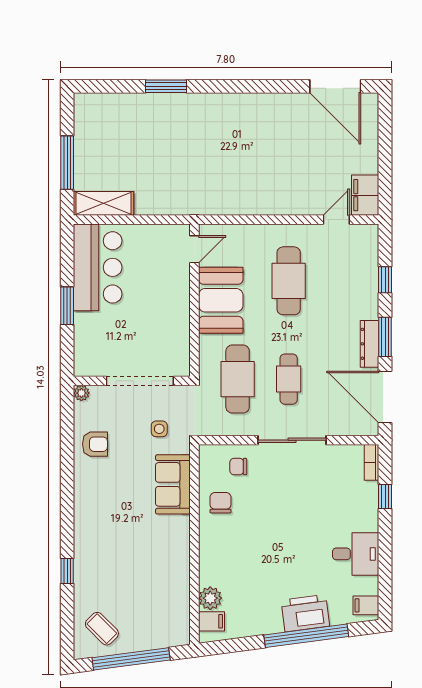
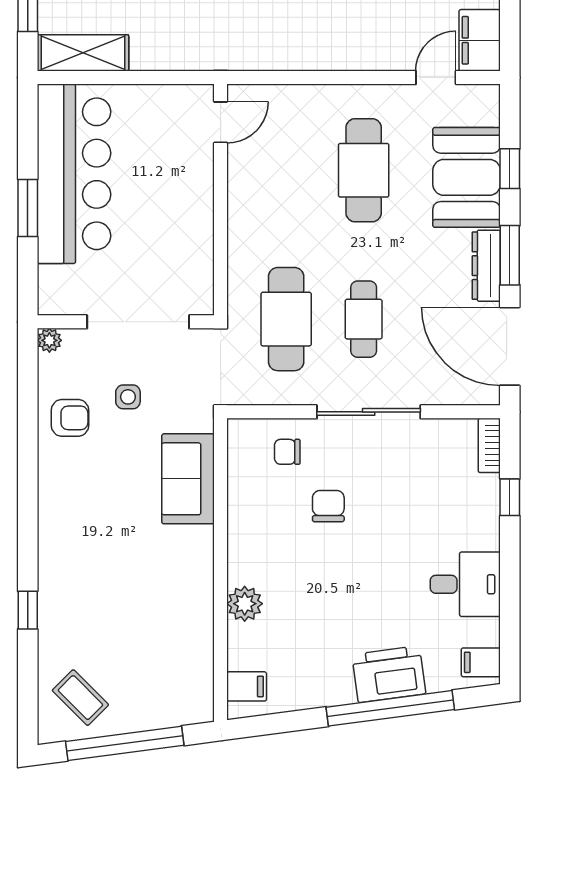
bar counter: (98, 267) -> (74, 174), width x1.36
booth: (221, 300) -> (467, 177), moved
side table: (159, 429) -> (128, 397), moved
chair: (221, 503) -> (328, 506), moved
plant: (210, 598) -> (245, 604), moved

